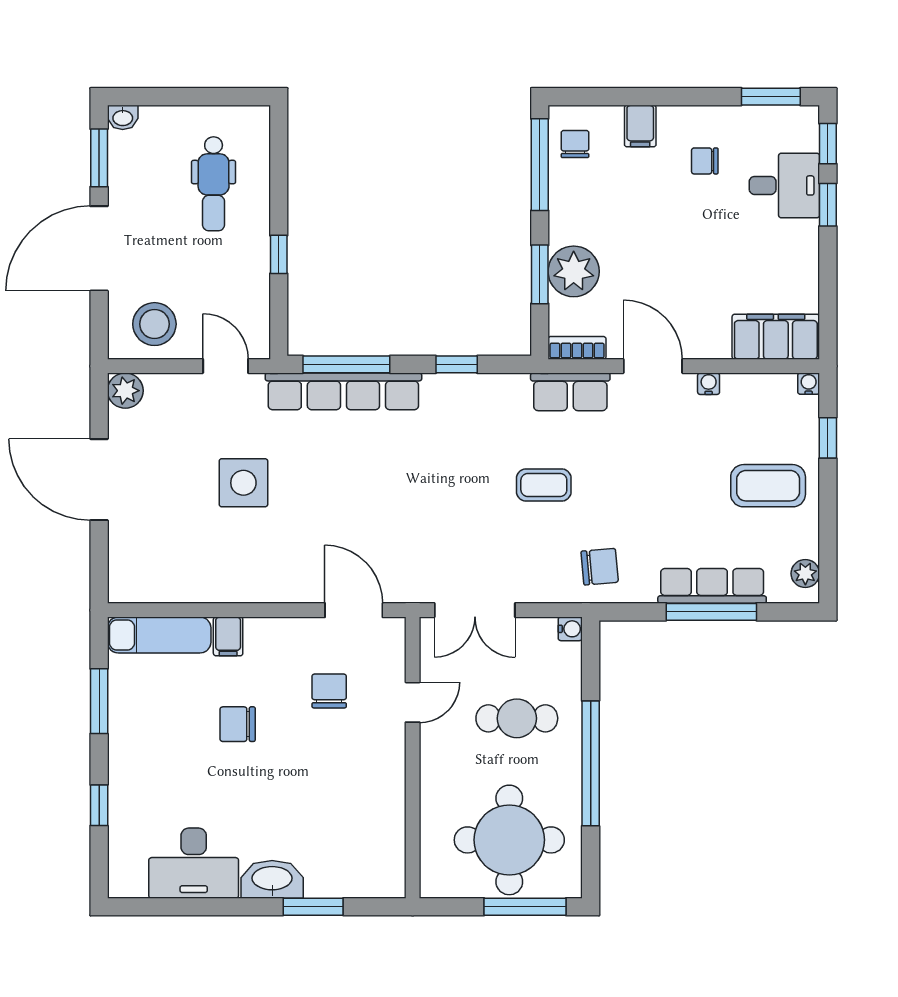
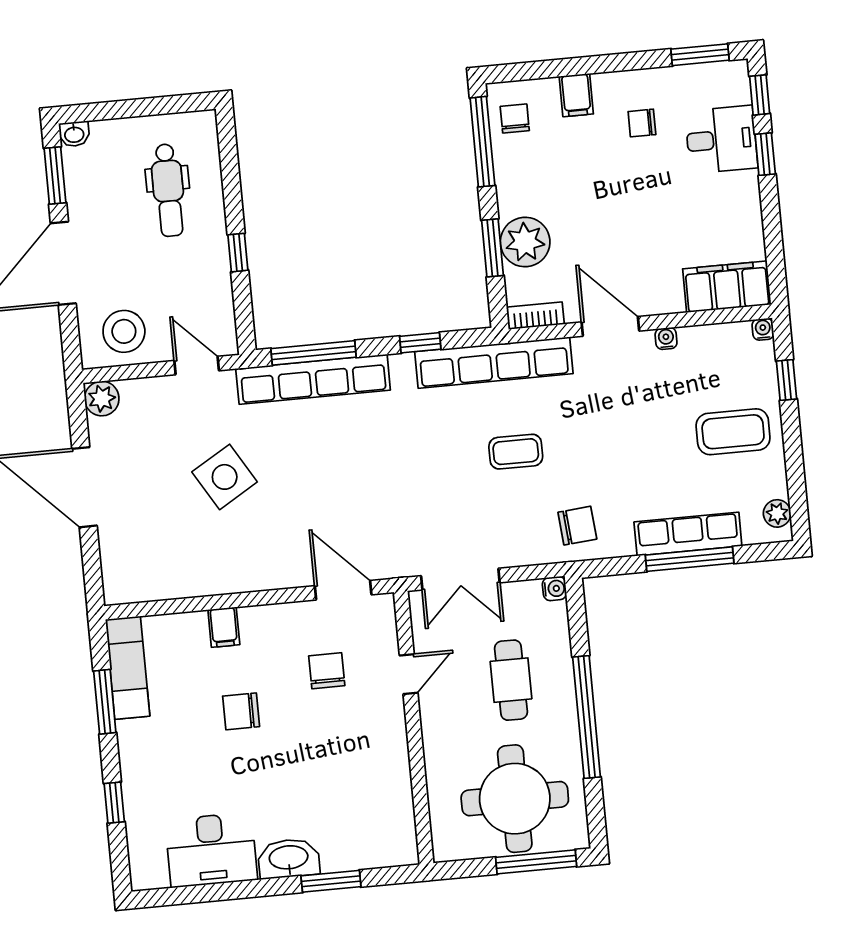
row of seats: (570, 392) -> (494, 363), width x2.02
side table: (243, 483) -> (225, 477), turned -31
exam couch: (159, 635) -> (128, 668), moved, turned -90
cafe table: (517, 718) -> (511, 680), turned 90

